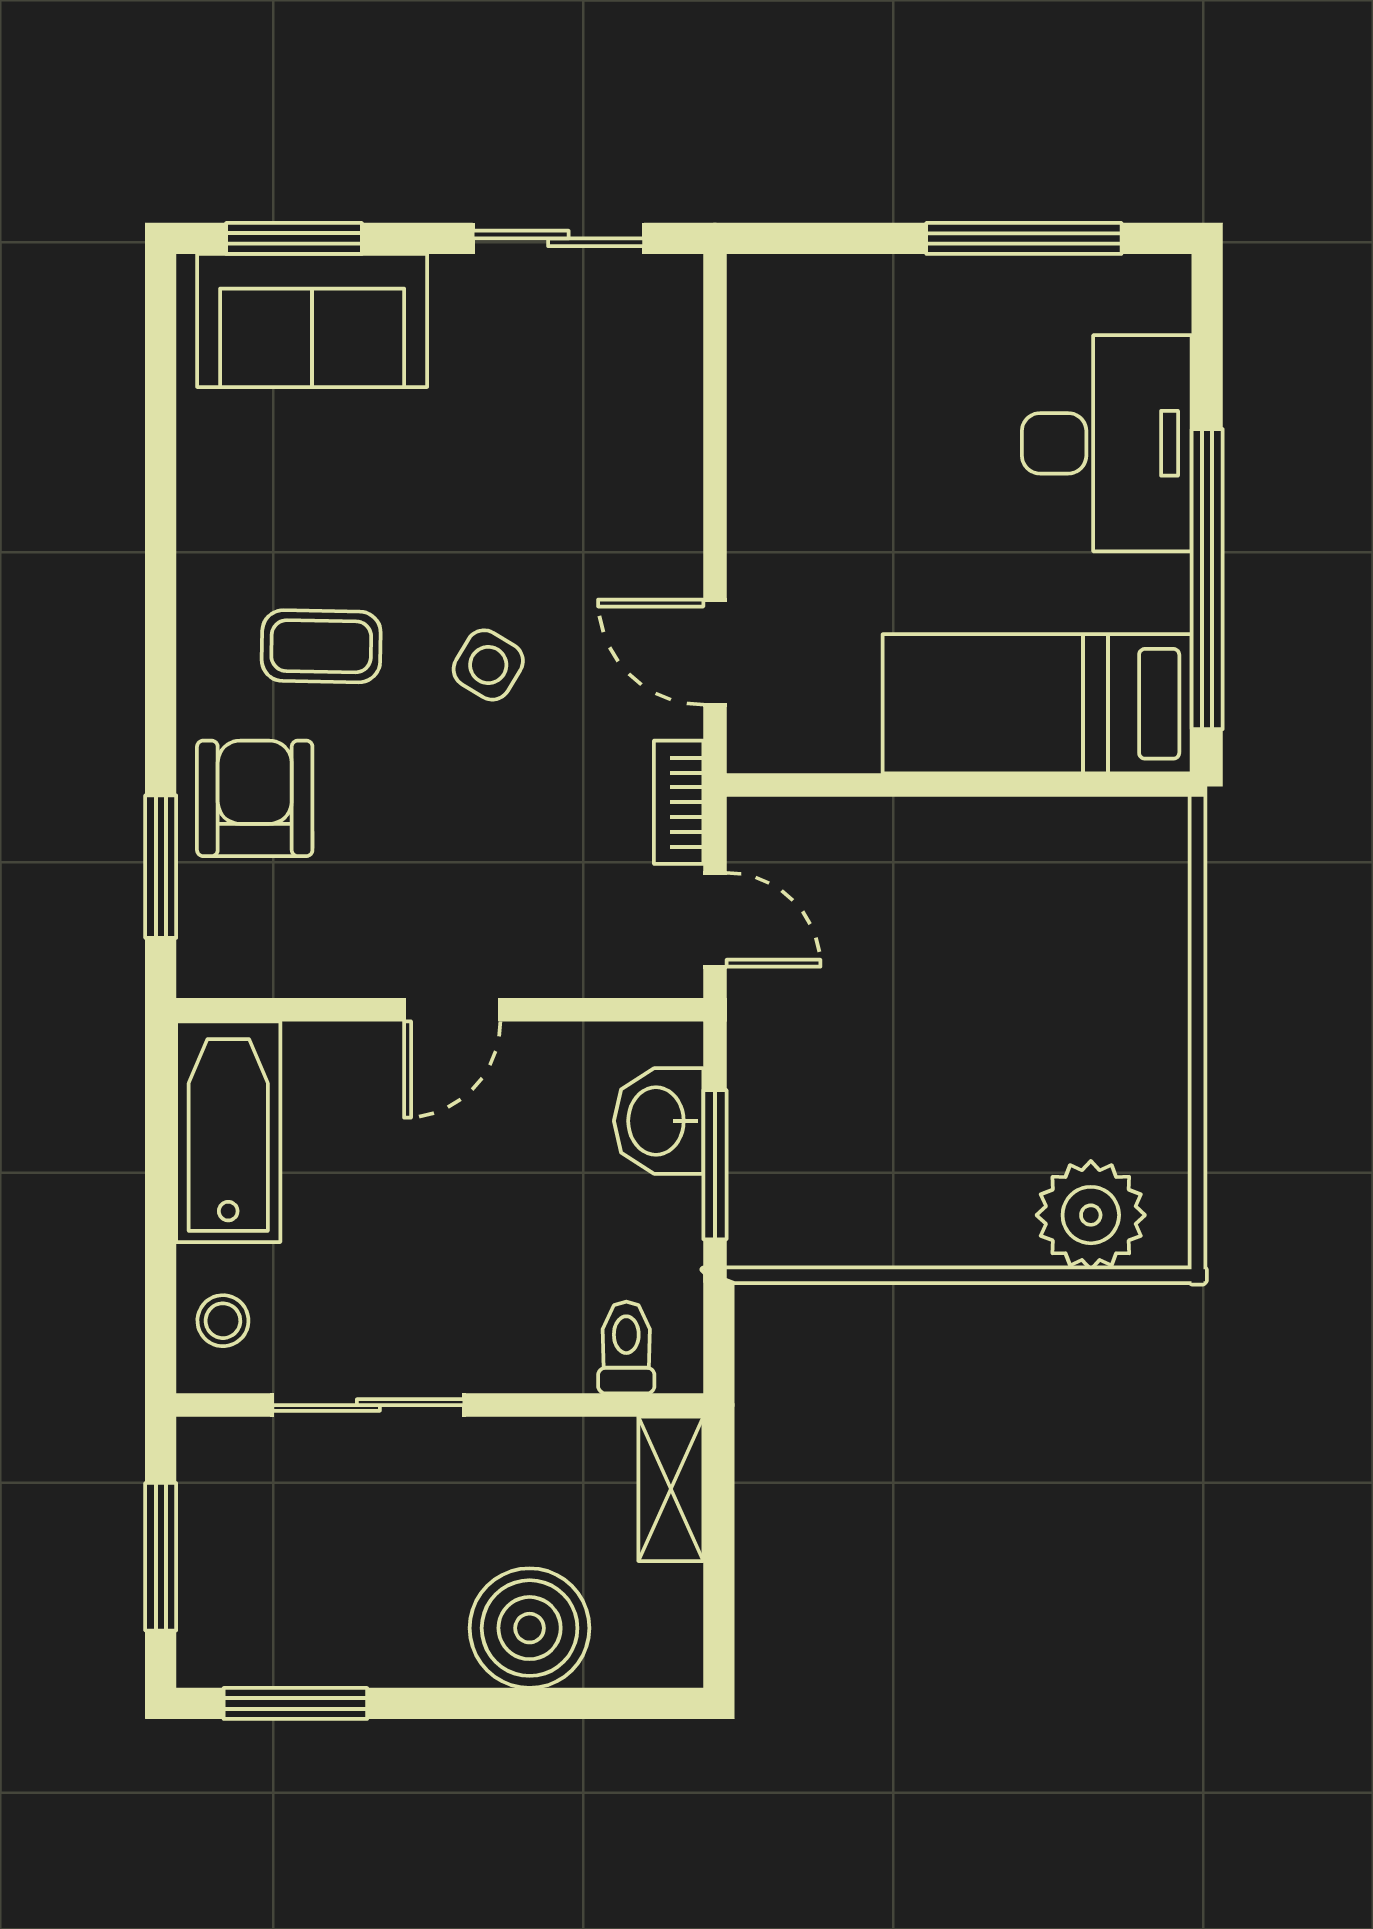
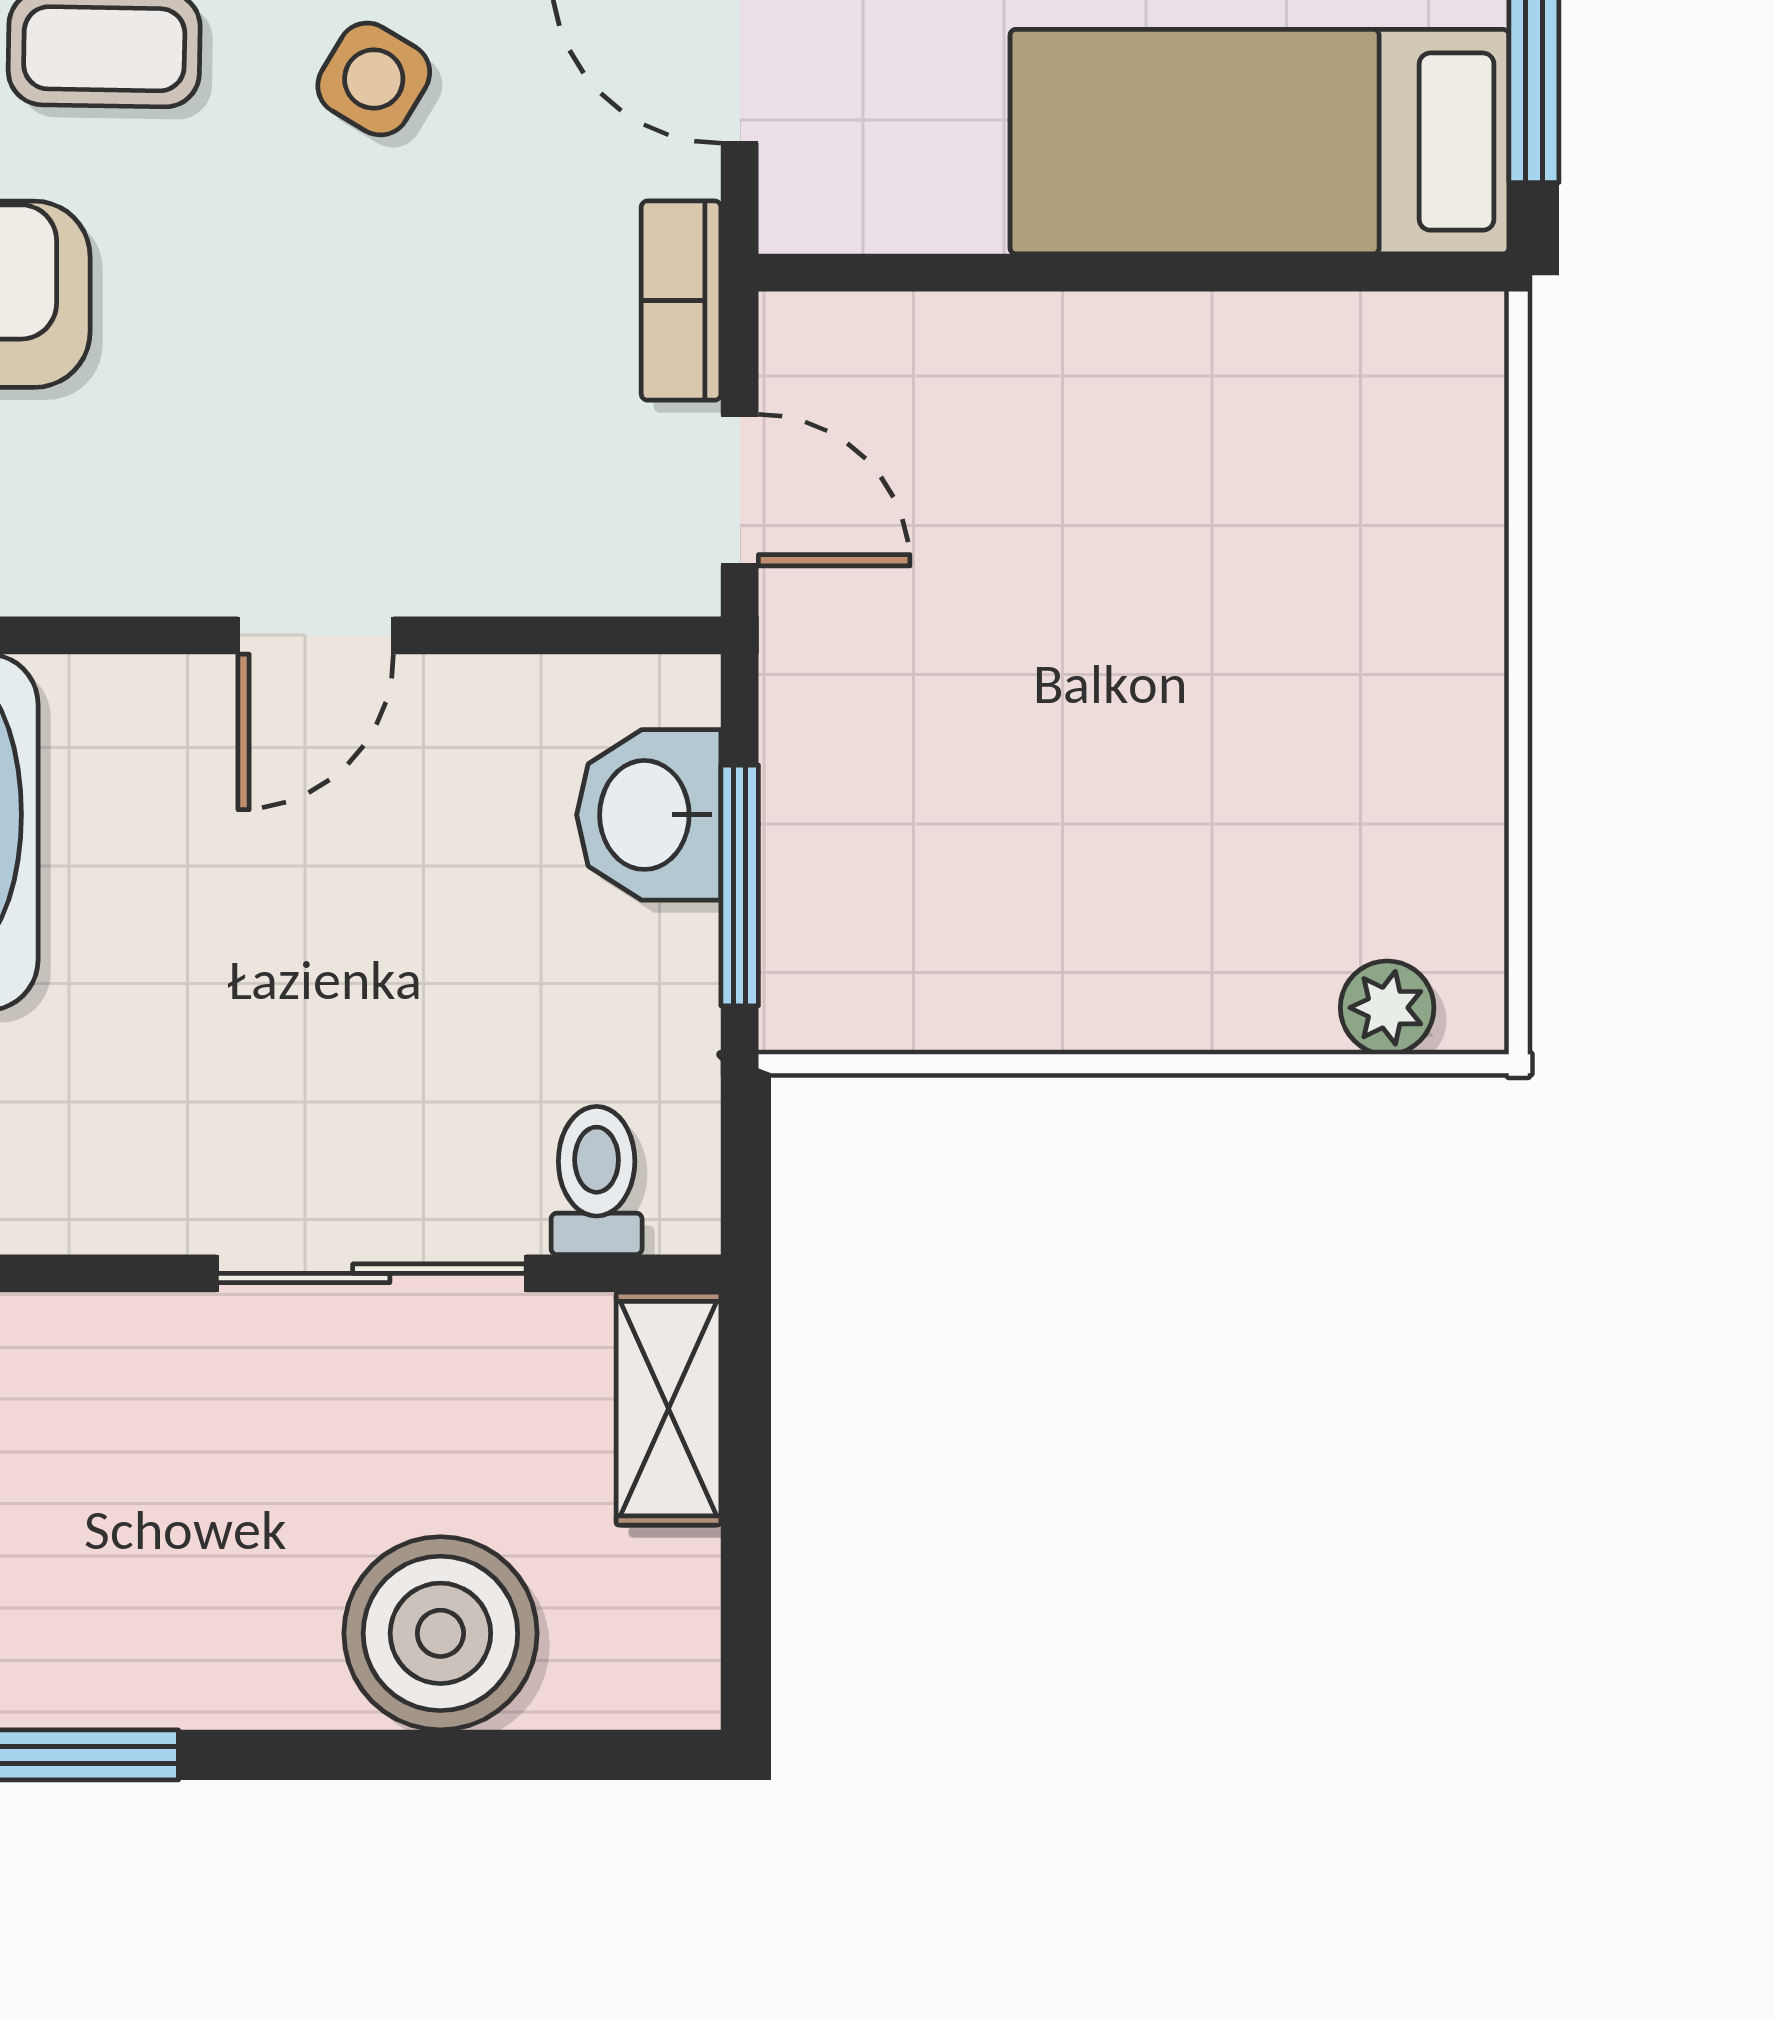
plant: (1091, 1215) -> (1387, 1008), width x0.53, depth x0.53
sliding door: (368, 1405) -> (371, 1273), moved

